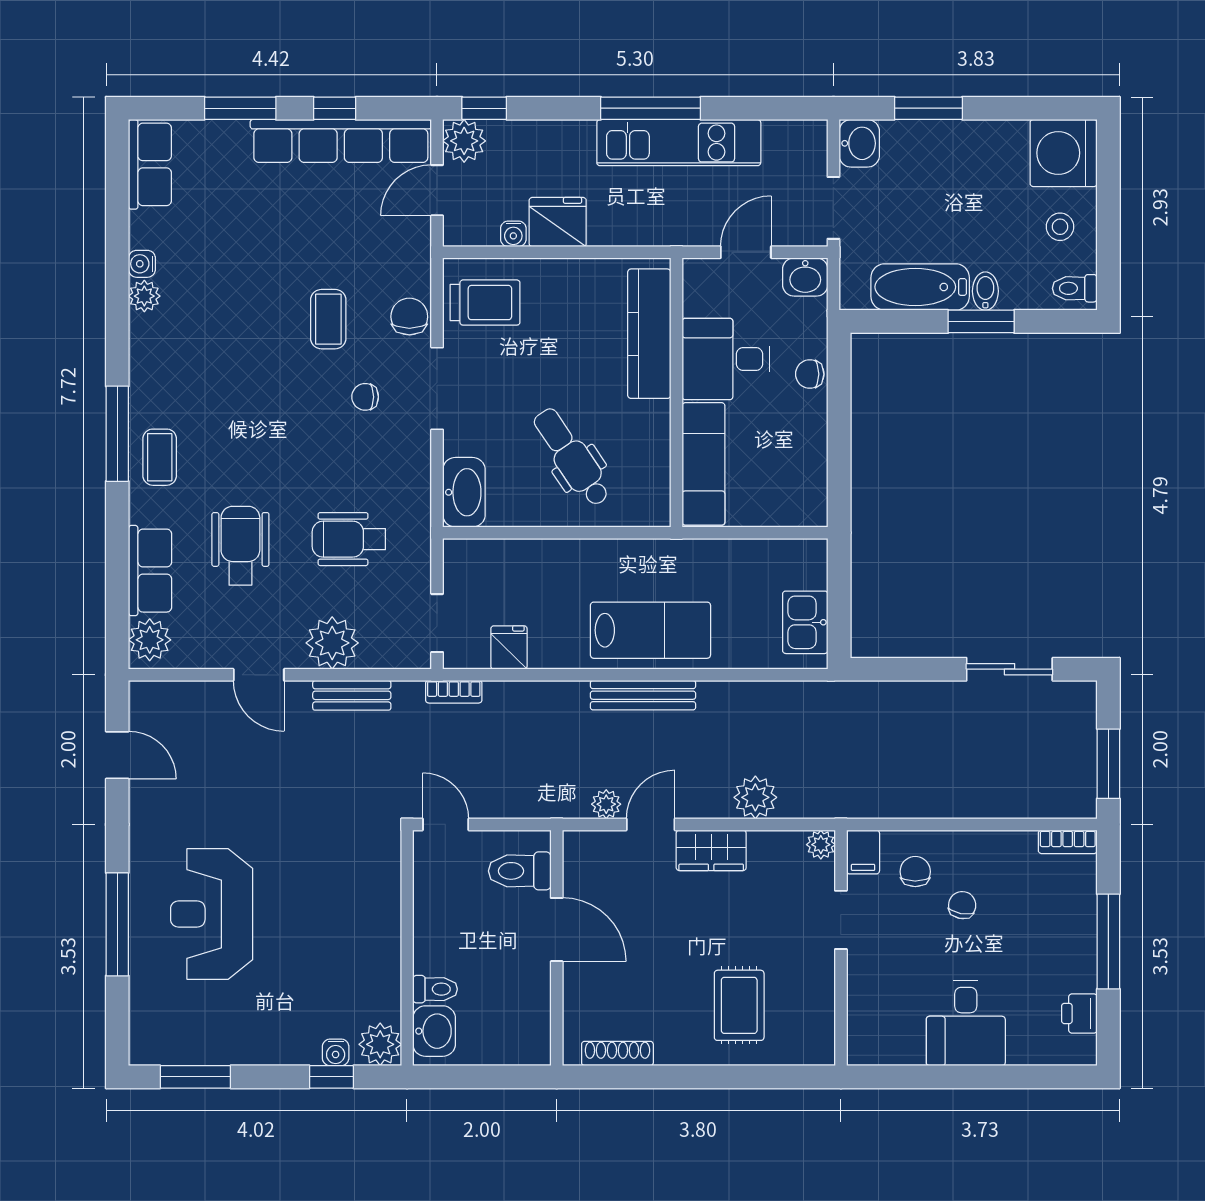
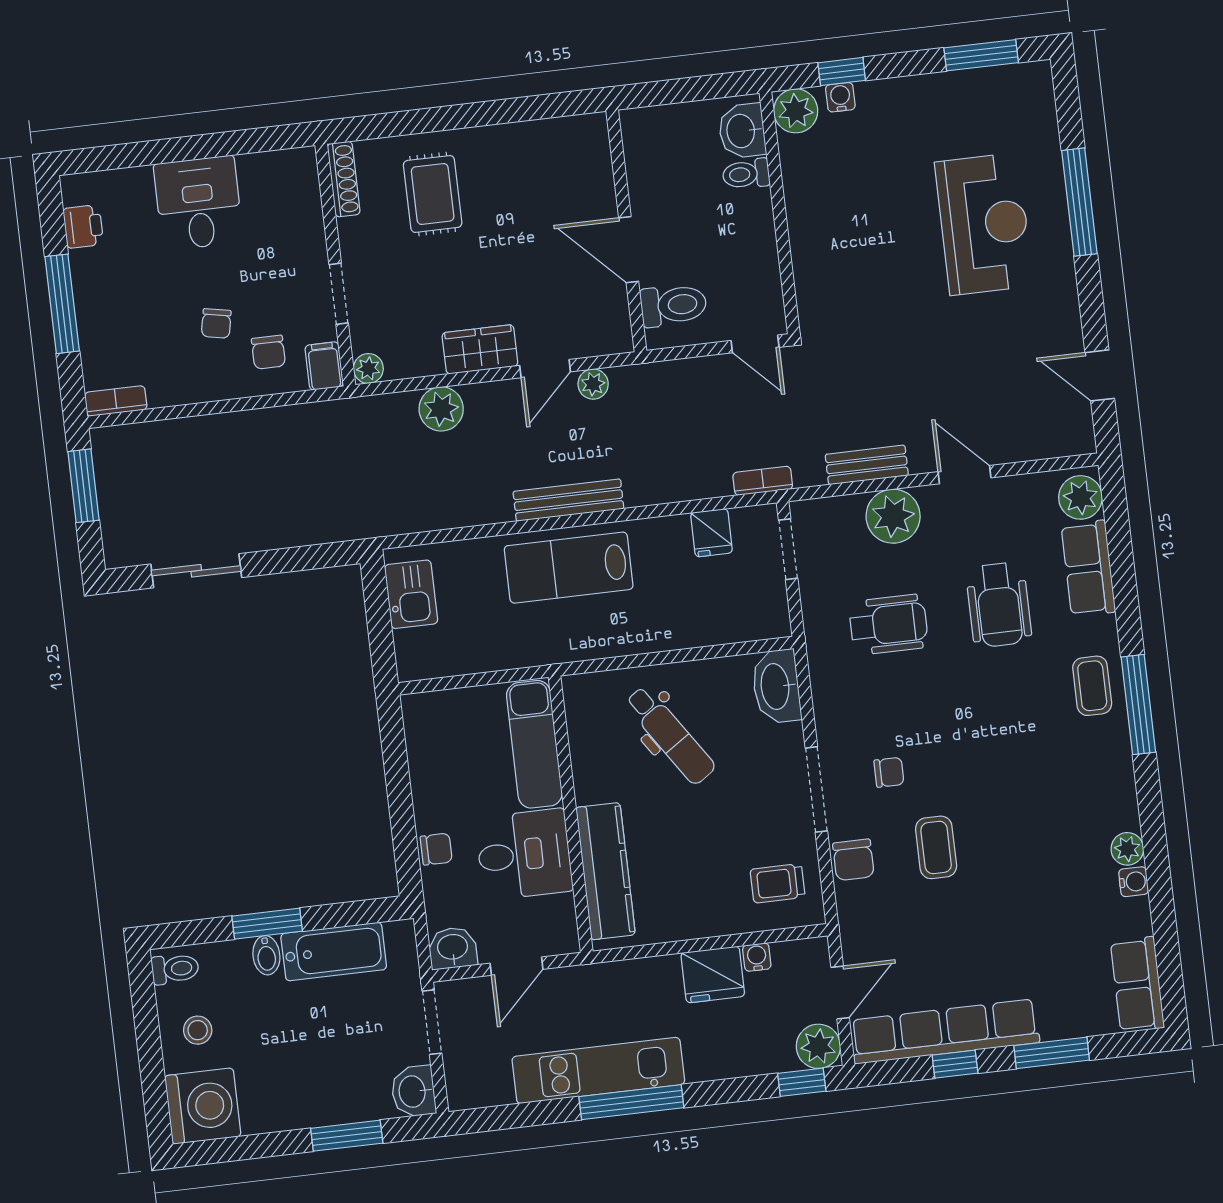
trolley: (485, 303) -> (778, 883), width x0.73, depth x0.72
shoe rack: (617, 1053) -> (344, 179), moved, turned -90

